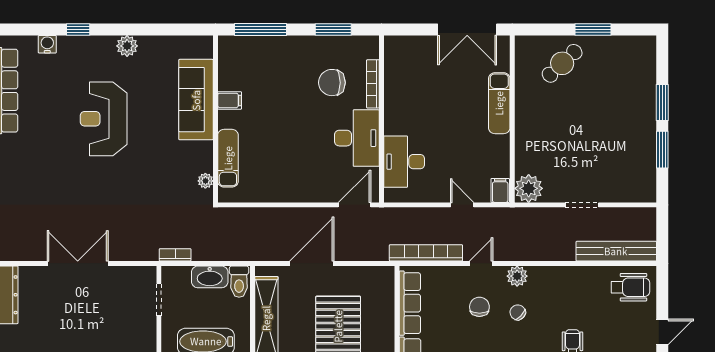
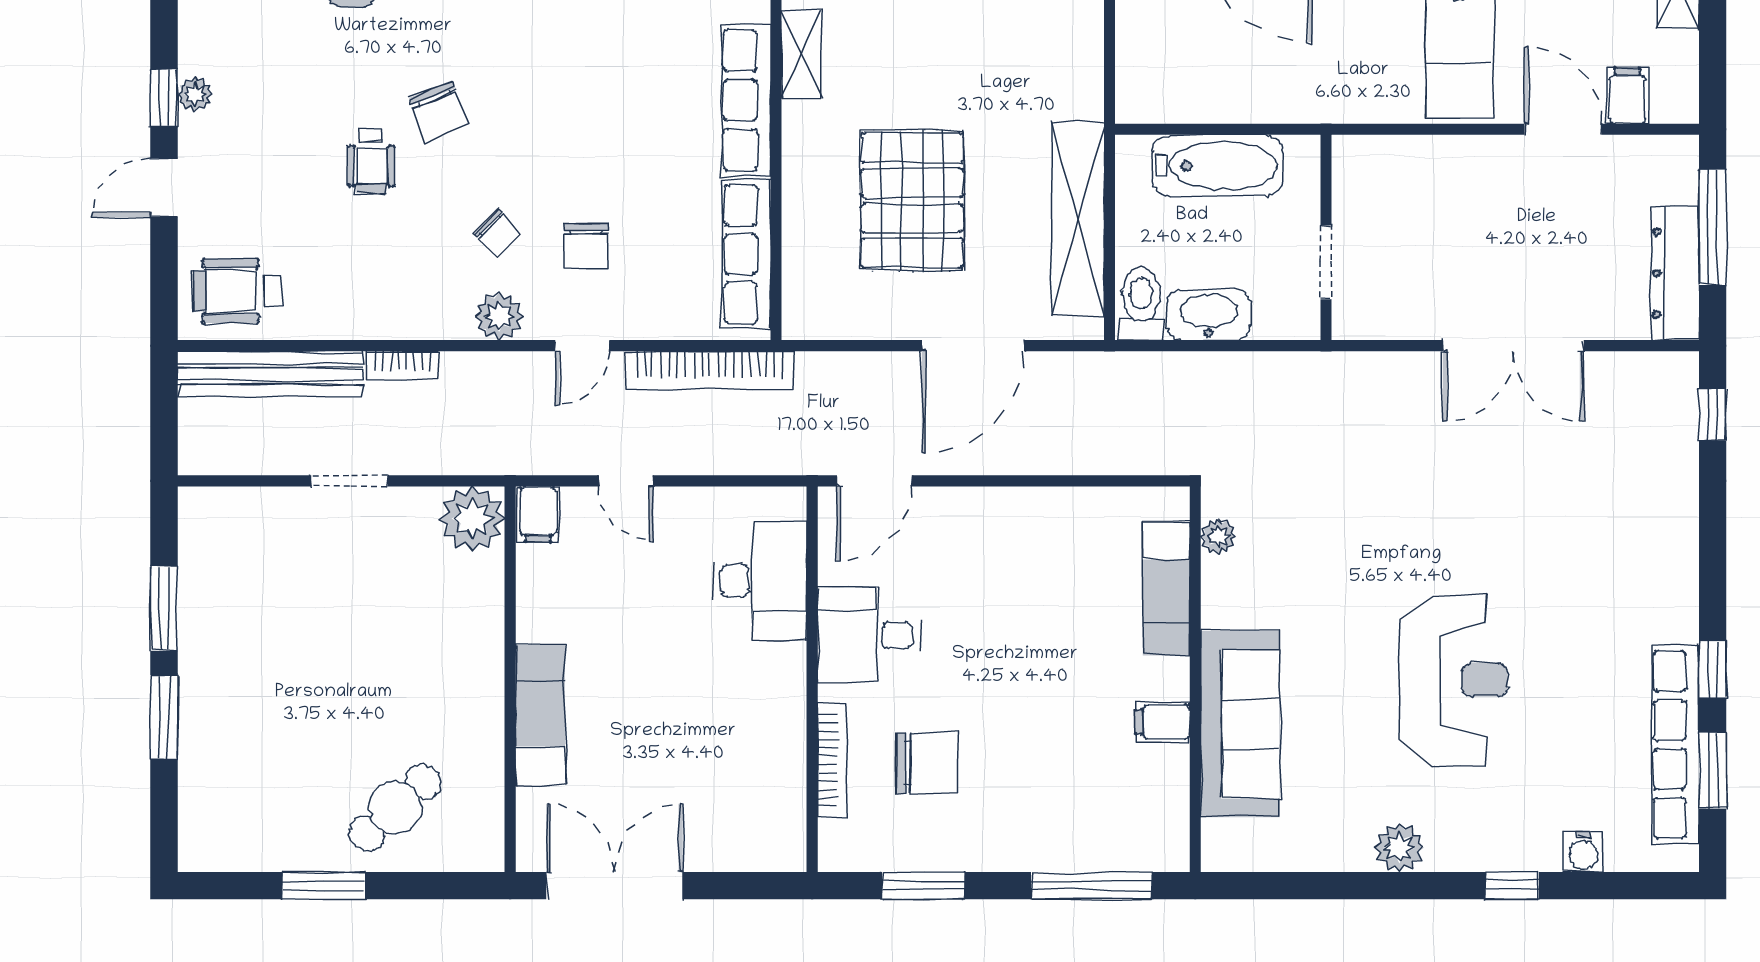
desk: (357, 138) -> (869, 635), width x0.73
bookcase: (175, 255) -> (403, 366), moved

